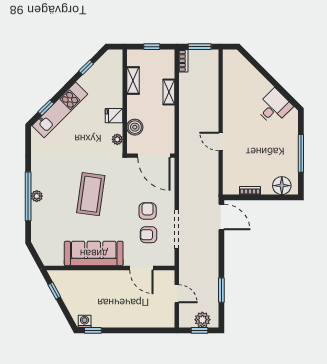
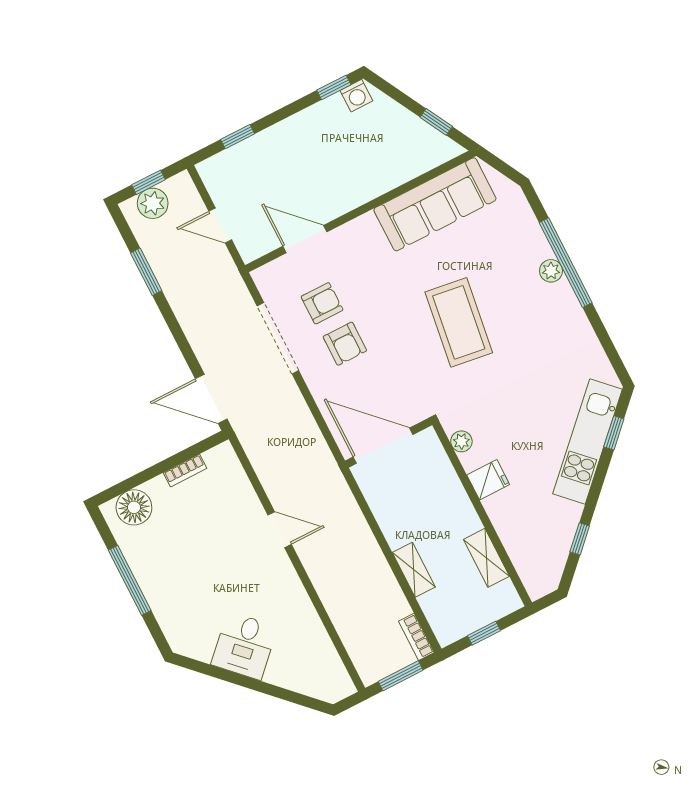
desk: (274, 107) -> (244, 646), moved
boiler: (135, 127) -> (442, 478), removed
sofa: (94, 253) -> (435, 204), moved
window: (148, 330) -> (238, 137), added

